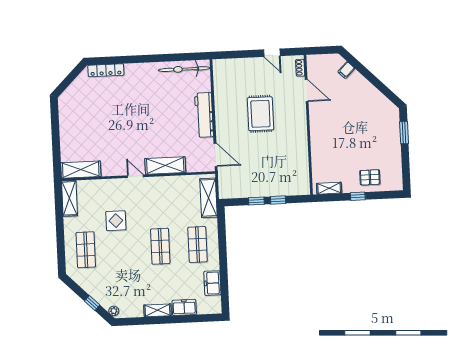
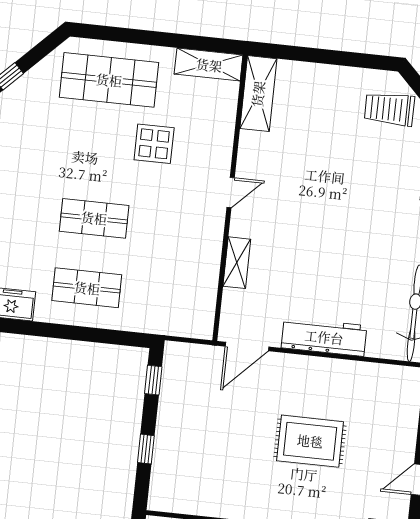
trolley: (78, 99) -> (389, 109), added
shelving: (165, 165) -> (237, 263), width x0.67, depth x0.75
shelving: (208, 198) -> (170, 321), removed
window: (256, 201) -> (153, 380), moved
shop shelf: (86, 250) -> (109, 80), width x1.43, depth x1.36

